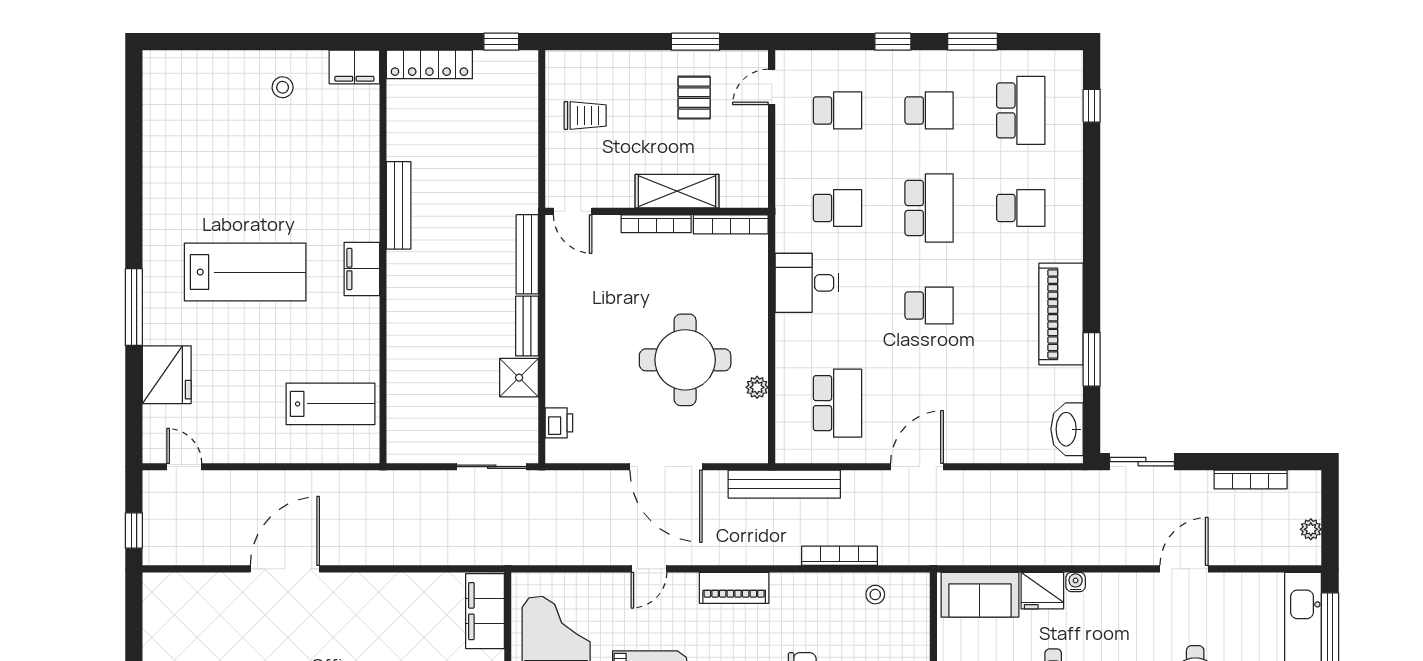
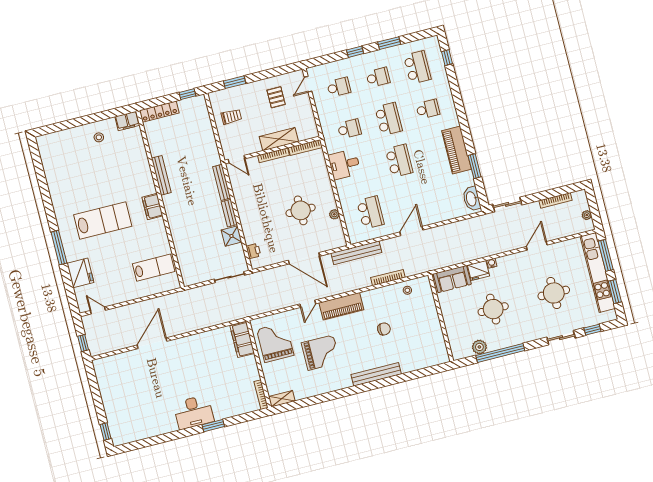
window: (695, 42) -> (235, 82), moved
school desk: (929, 306) -> (399, 161), width x1.85
round table: (685, 360) -> (301, 210), width x0.73, depth x0.73
piano: (734, 588) -> (341, 306), width x1.37, depth x1.33

